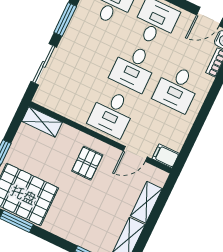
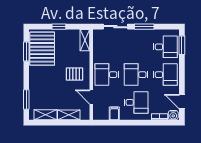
desk: (177, 88) -> (136, 102), turned 180
filing cabinet: (166, 156) -> (114, 113), moved

